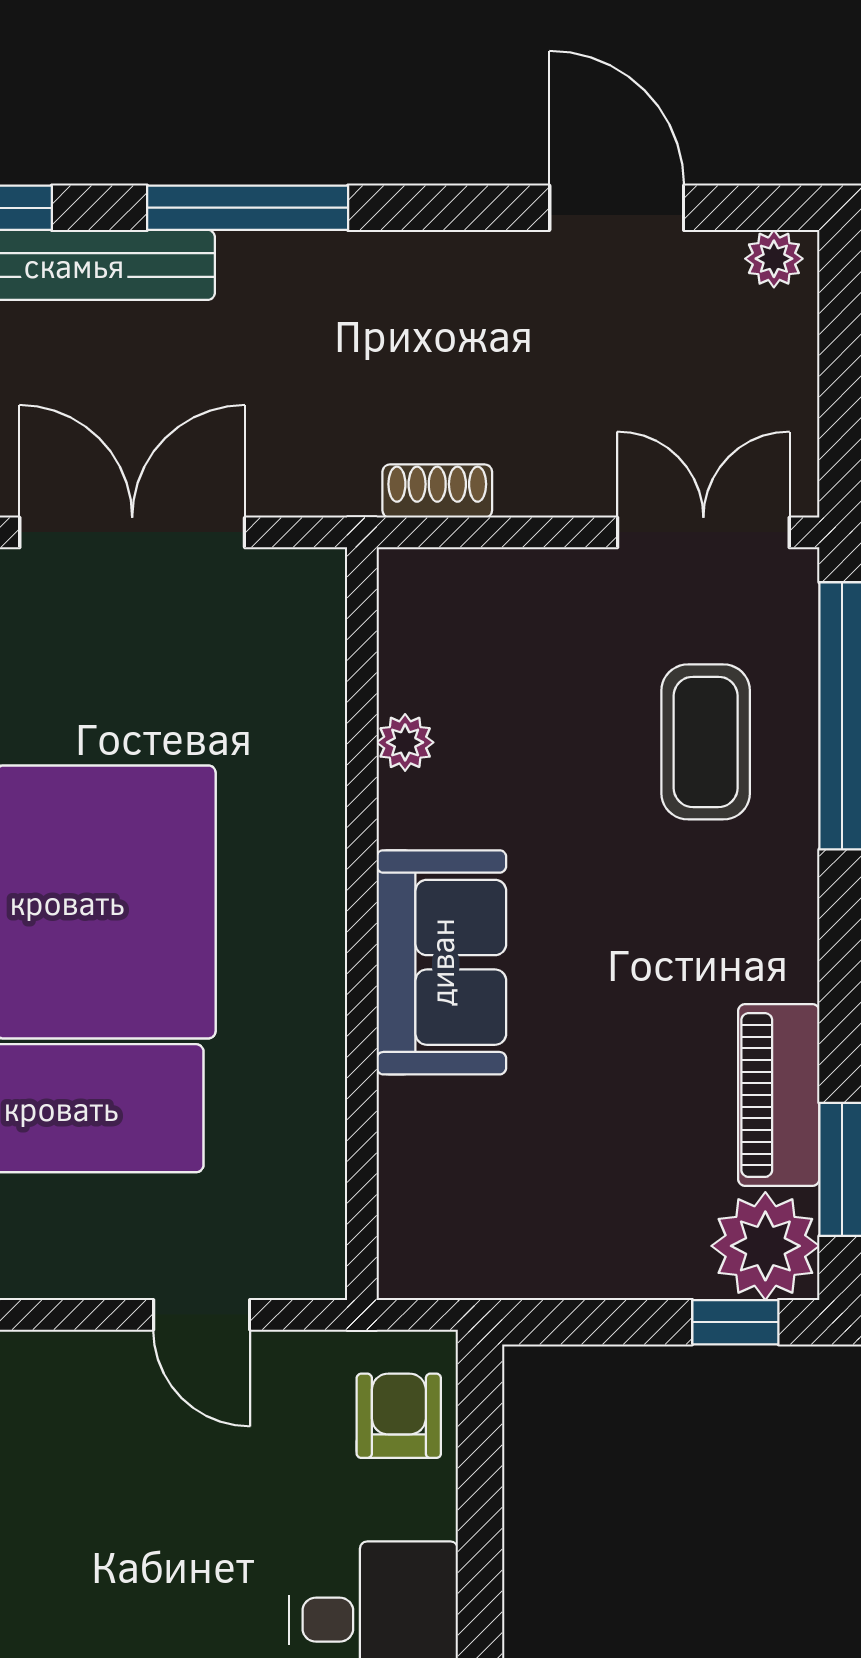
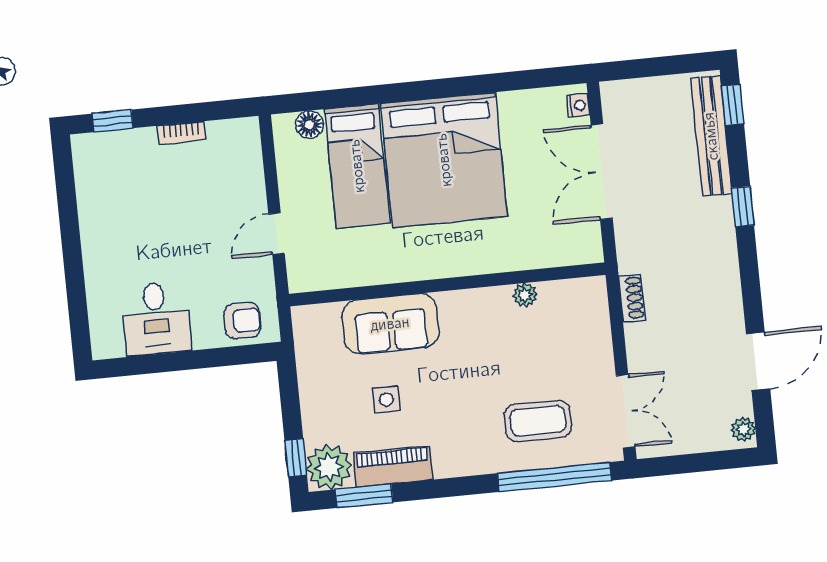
window: (248, 208) -> (743, 207), width x0.46
double door: (132, 532) -> (602, 172), swing flipped
sofa: (441, 962) -> (390, 324), moved
side table: (619, 1094) -> (386, 399), added

